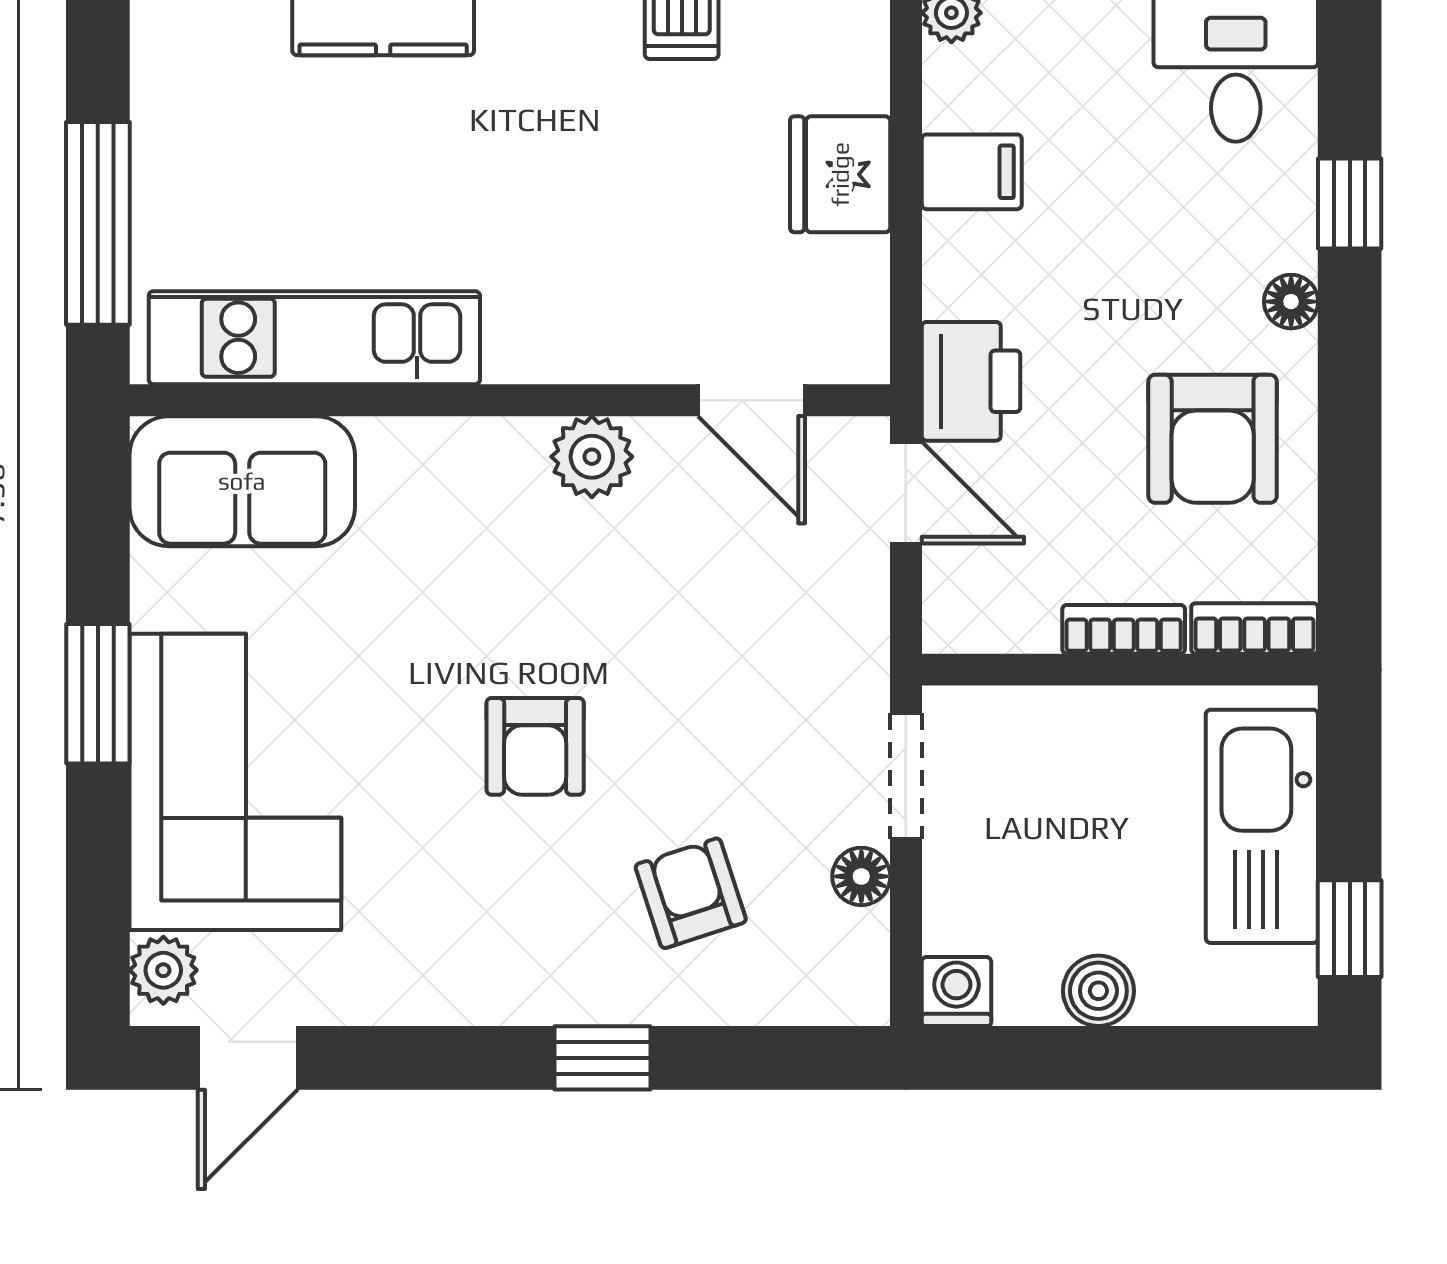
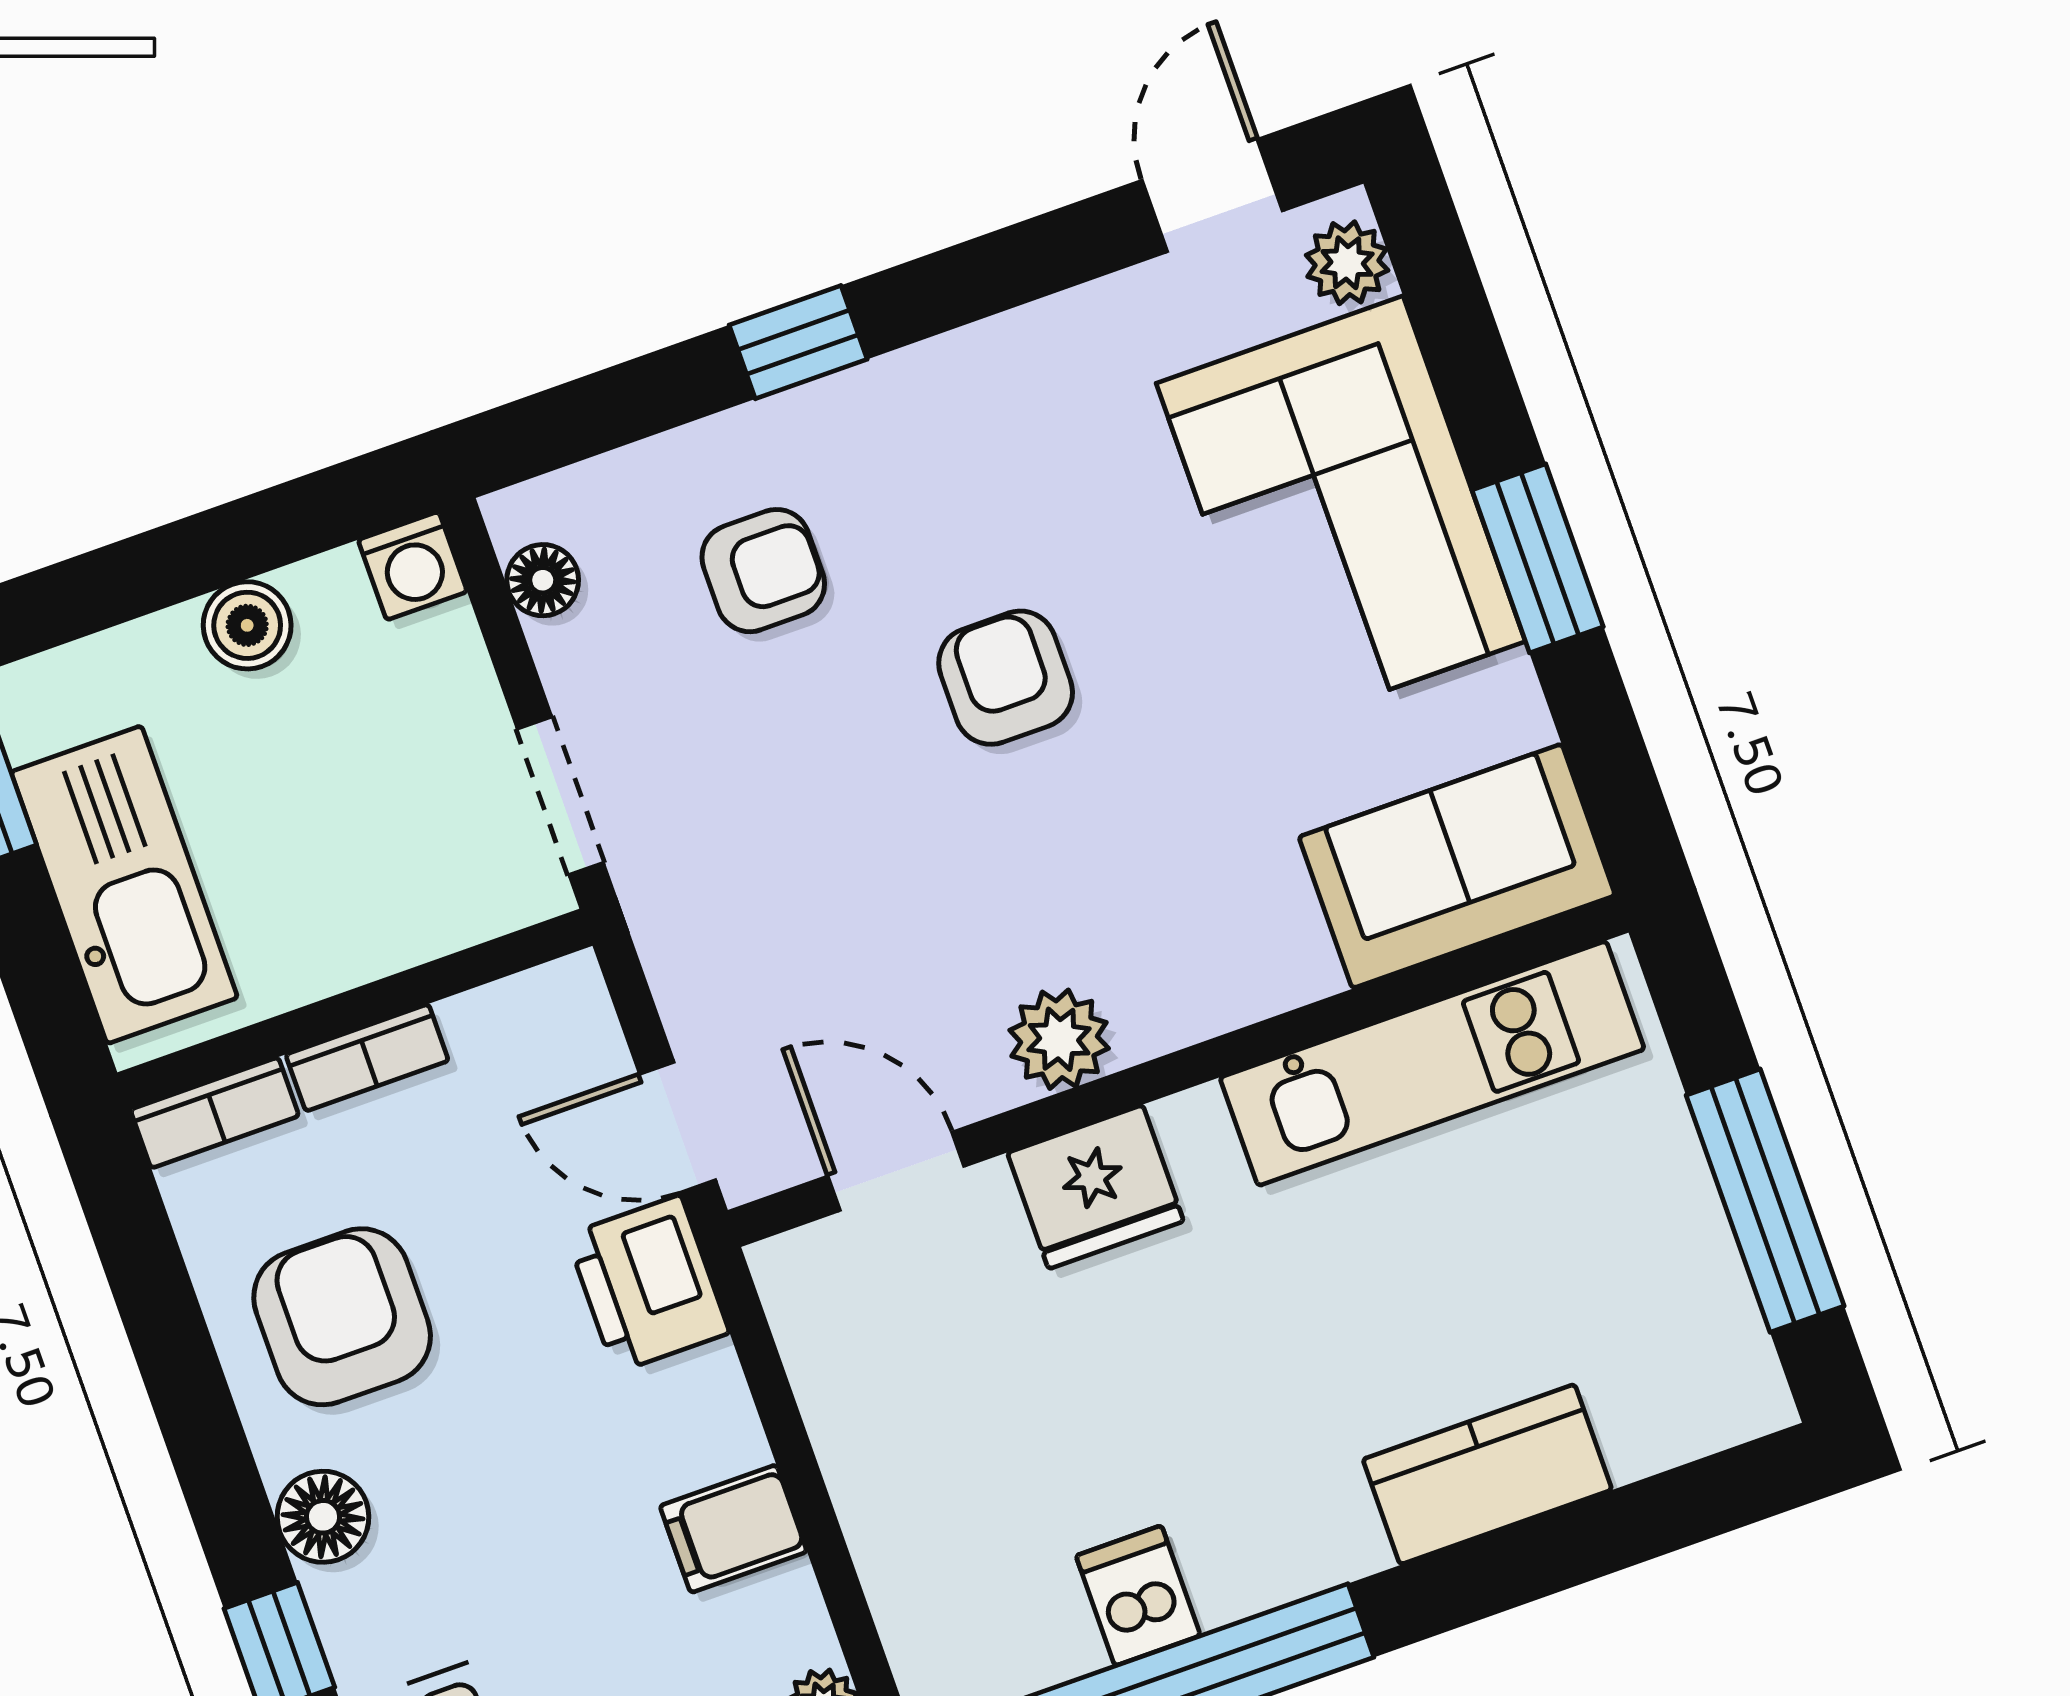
fridge: (840, 174) -> (1096, 1187), moved, turned 90
window: (98, 223) -> (1765, 1201), moved
floor lamp: (1291, 302) -> (323, 1517), width x1.37, depth x1.37
floor lamp: (861, 876) -> (543, 580), moved
armchair: (691, 893) -> (763, 571), turned -72

